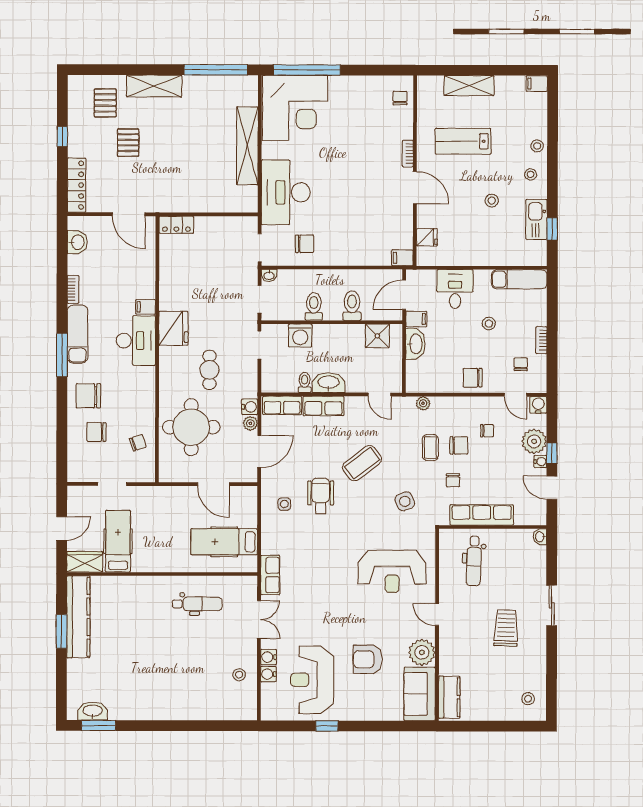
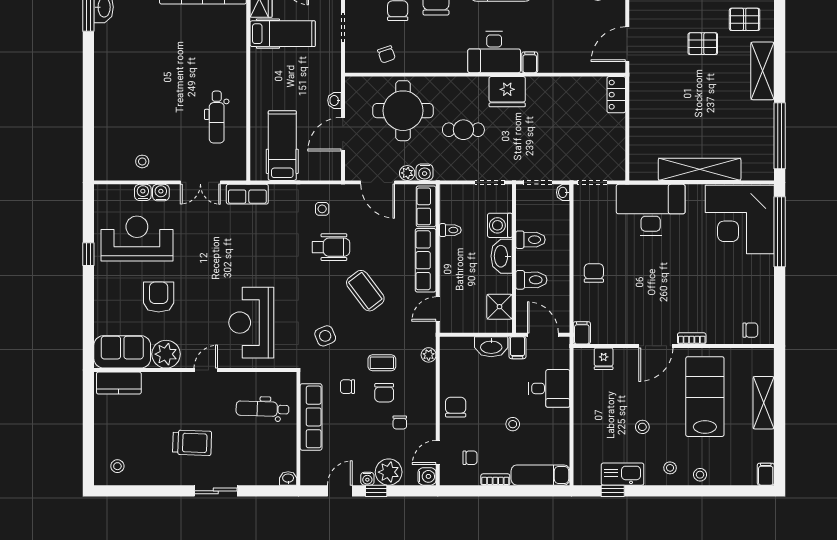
lab bench: (463, 141) -> (705, 397), width x1.36, depth x1.39
chair: (304, 244) -> (594, 273), moved, turned 180
exam couch: (519, 279) -> (540, 475), moved, turned 90
washbasin: (329, 383) -> (502, 256), moved, turned 180
row of seats: (323, 406) -> (426, 260), width x1.48
washbasin: (181, 492) -> (335, 100), added

